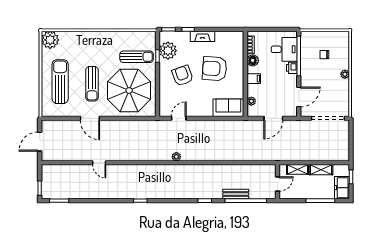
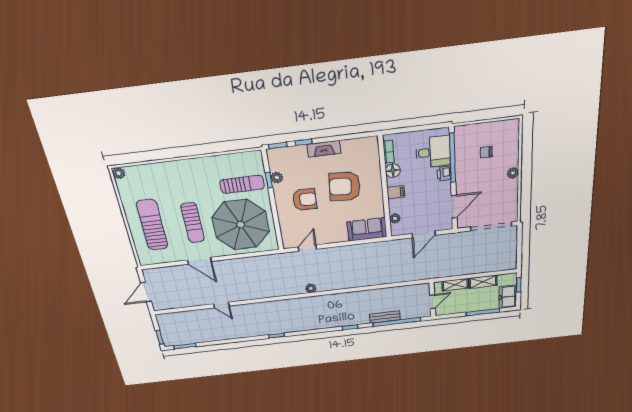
plant: (50, 40) -> (119, 173), width x0.53, depth x0.53
plant: (168, 51) -> (277, 178), width x0.53, depth x0.53
armchair: (183, 76) -> (305, 200), turned 110

